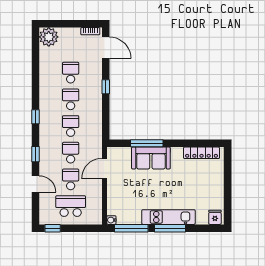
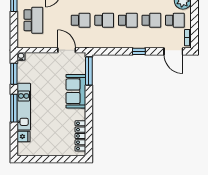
door: (106, 48) -> (173, 51), hinge flipped
window: (147, 143) -> (89, 71), moved
school desk: (71, 179) -> (175, 20), moved
fridge: (215, 217) -> (24, 136), moved
window: (131, 228) -> (14, 74), width x0.69

